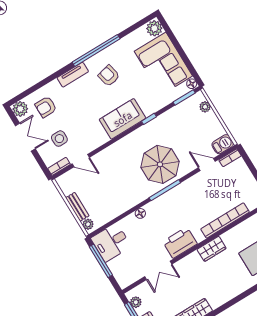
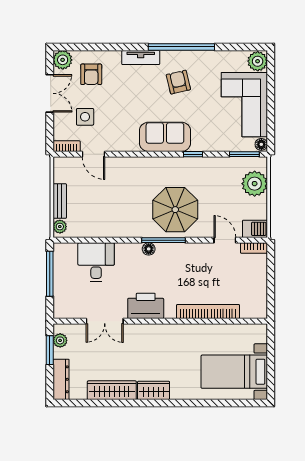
armchair: (46, 107) -> (91, 74), turned -90
plant: (205, 107) -> (255, 184), width x1.88, depth x1.88
floor lamp: (140, 213) -> (149, 249), moved
desk: (111, 242) -> (96, 262), moved, turned 90
wardrobe: (212, 249) -> (154, 390), moved, turned 180

